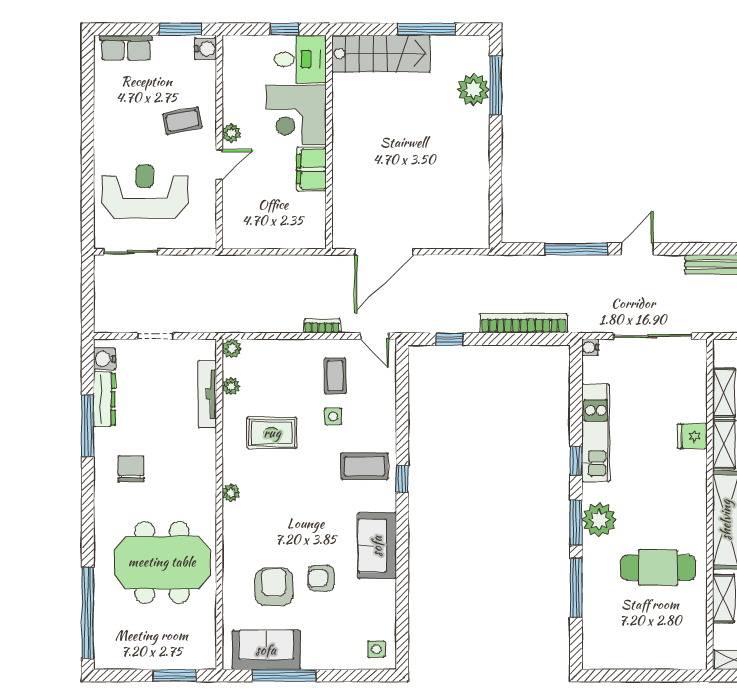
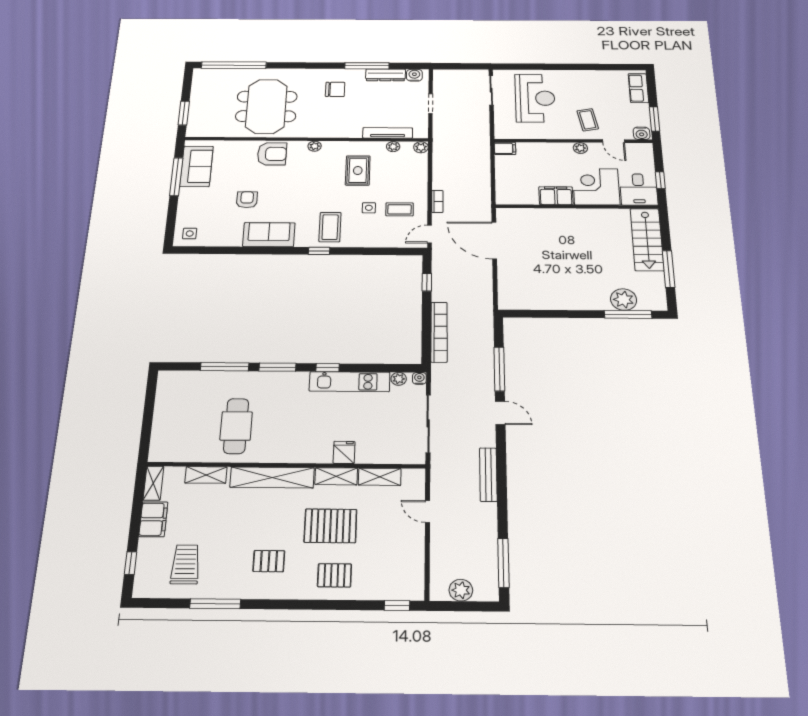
door: (219, 165) -> (614, 141), moved
filing cabinet: (233, 235) -> (505, 148), added
plant: (599, 520) -> (399, 379), moved, width x0.53, depth x0.53
armchair: (274, 587) -> (272, 154), moved

